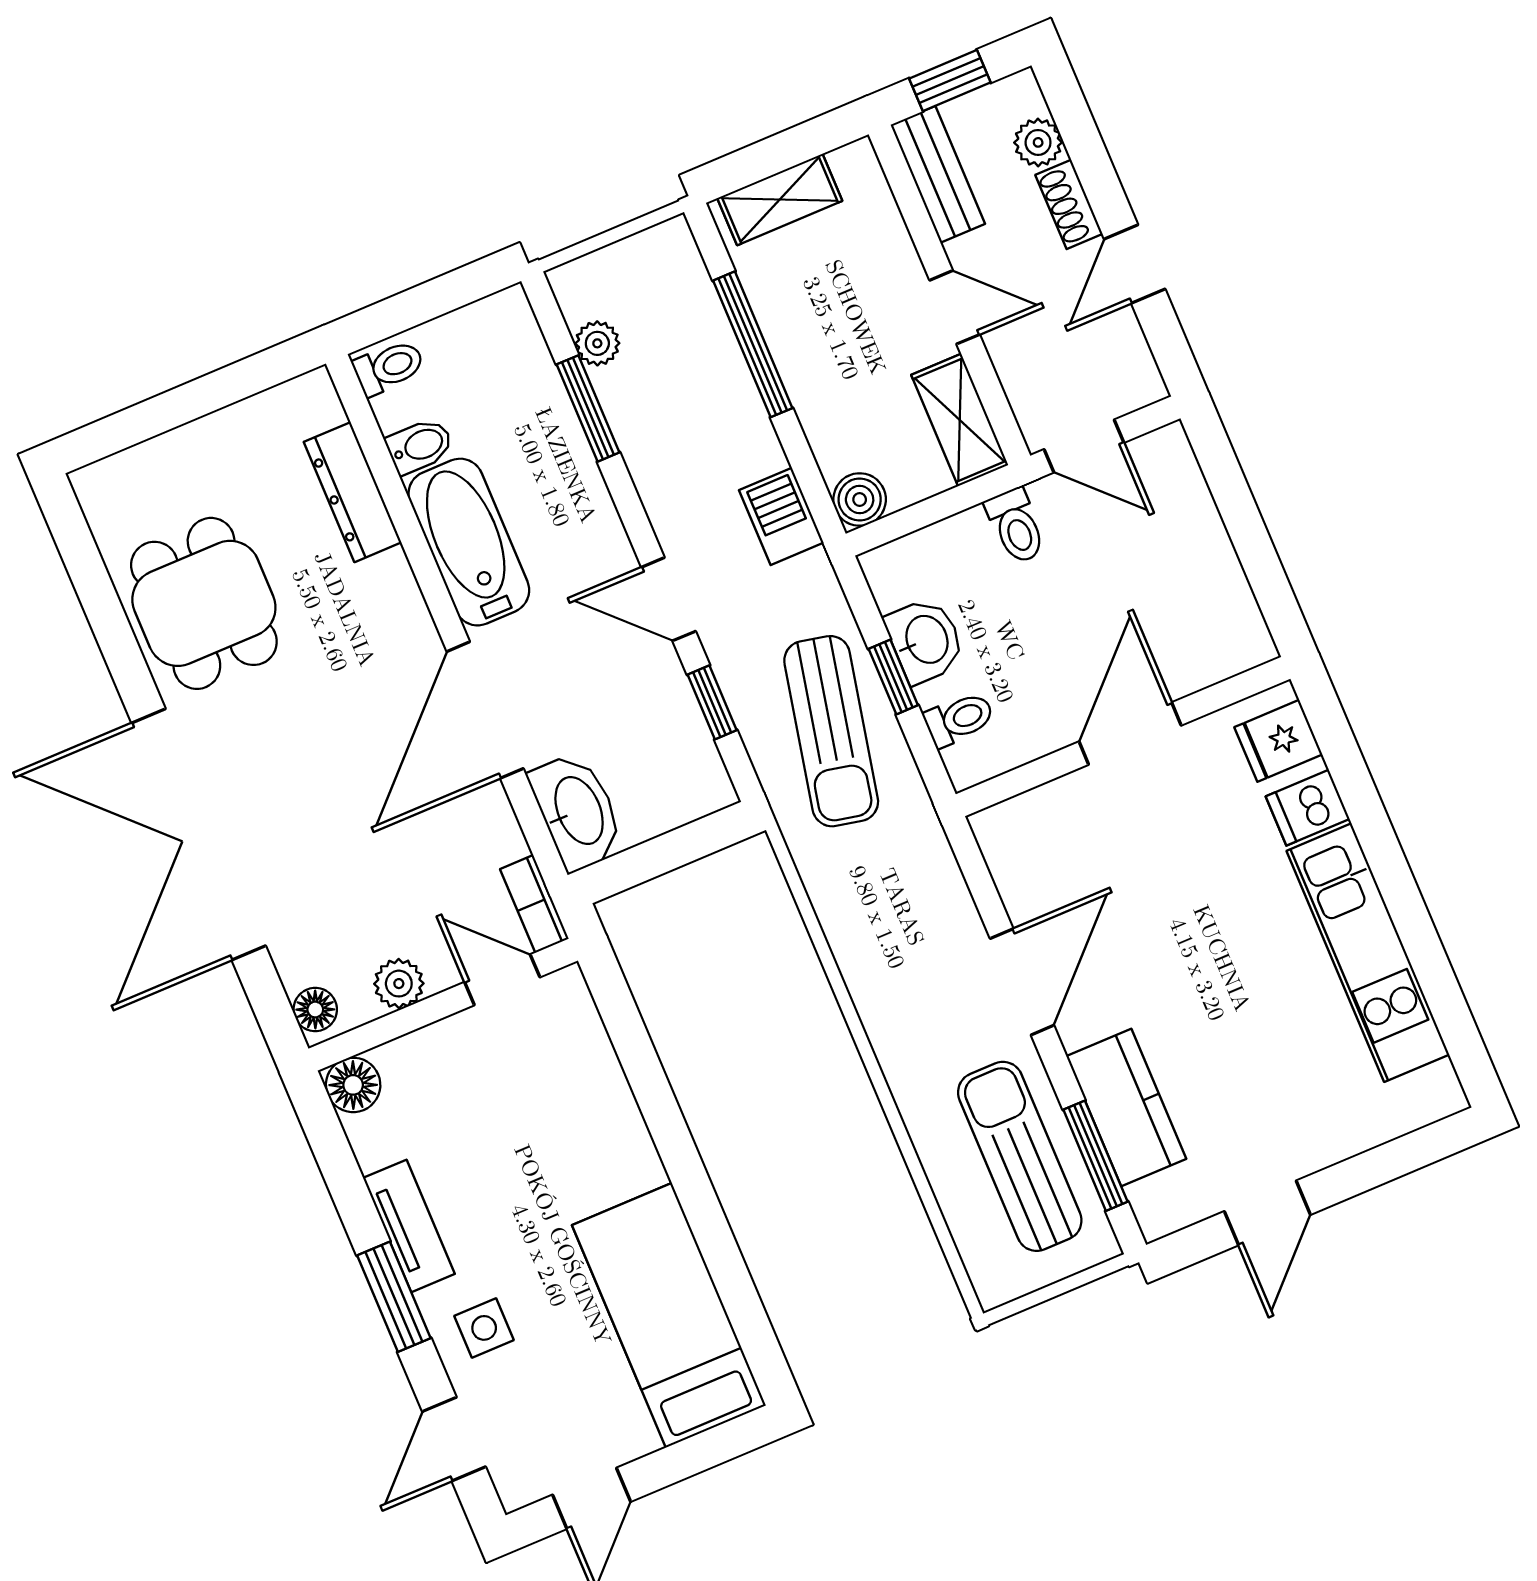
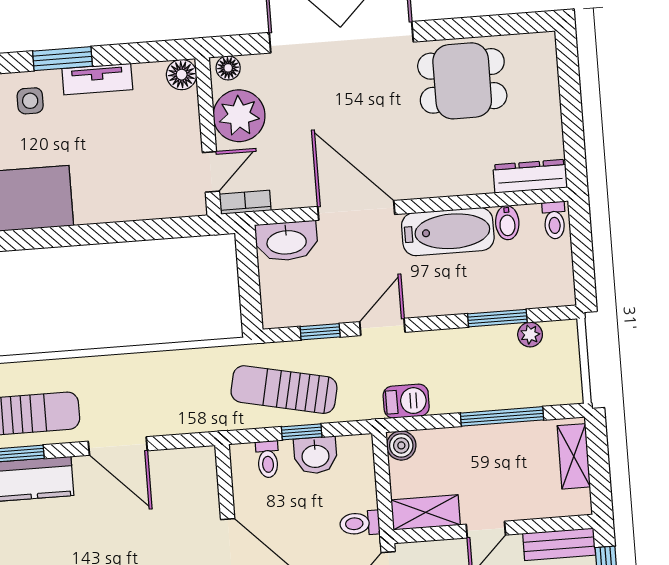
dresser: (353, 492) -> (530, 176), moved
plant: (399, 984) -> (239, 116), width x1.88, depth x1.88

